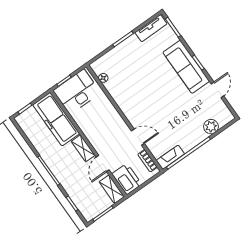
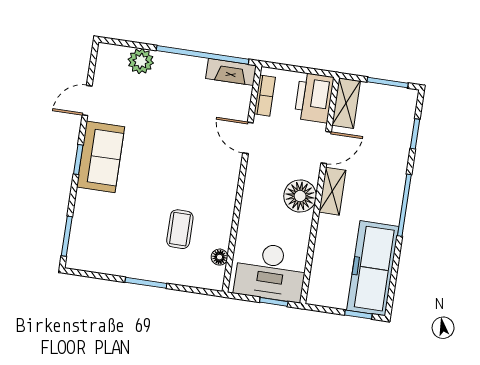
tv unit: (151, 28) -> (97, 262), removed
sofa: (186, 67) -> (101, 157), width x0.73
coffee table: (130, 74) -> (180, 229), added
freezer: (56, 119) -> (373, 268), moved, turned 180
floor lamp: (94, 134) -> (300, 196), added

